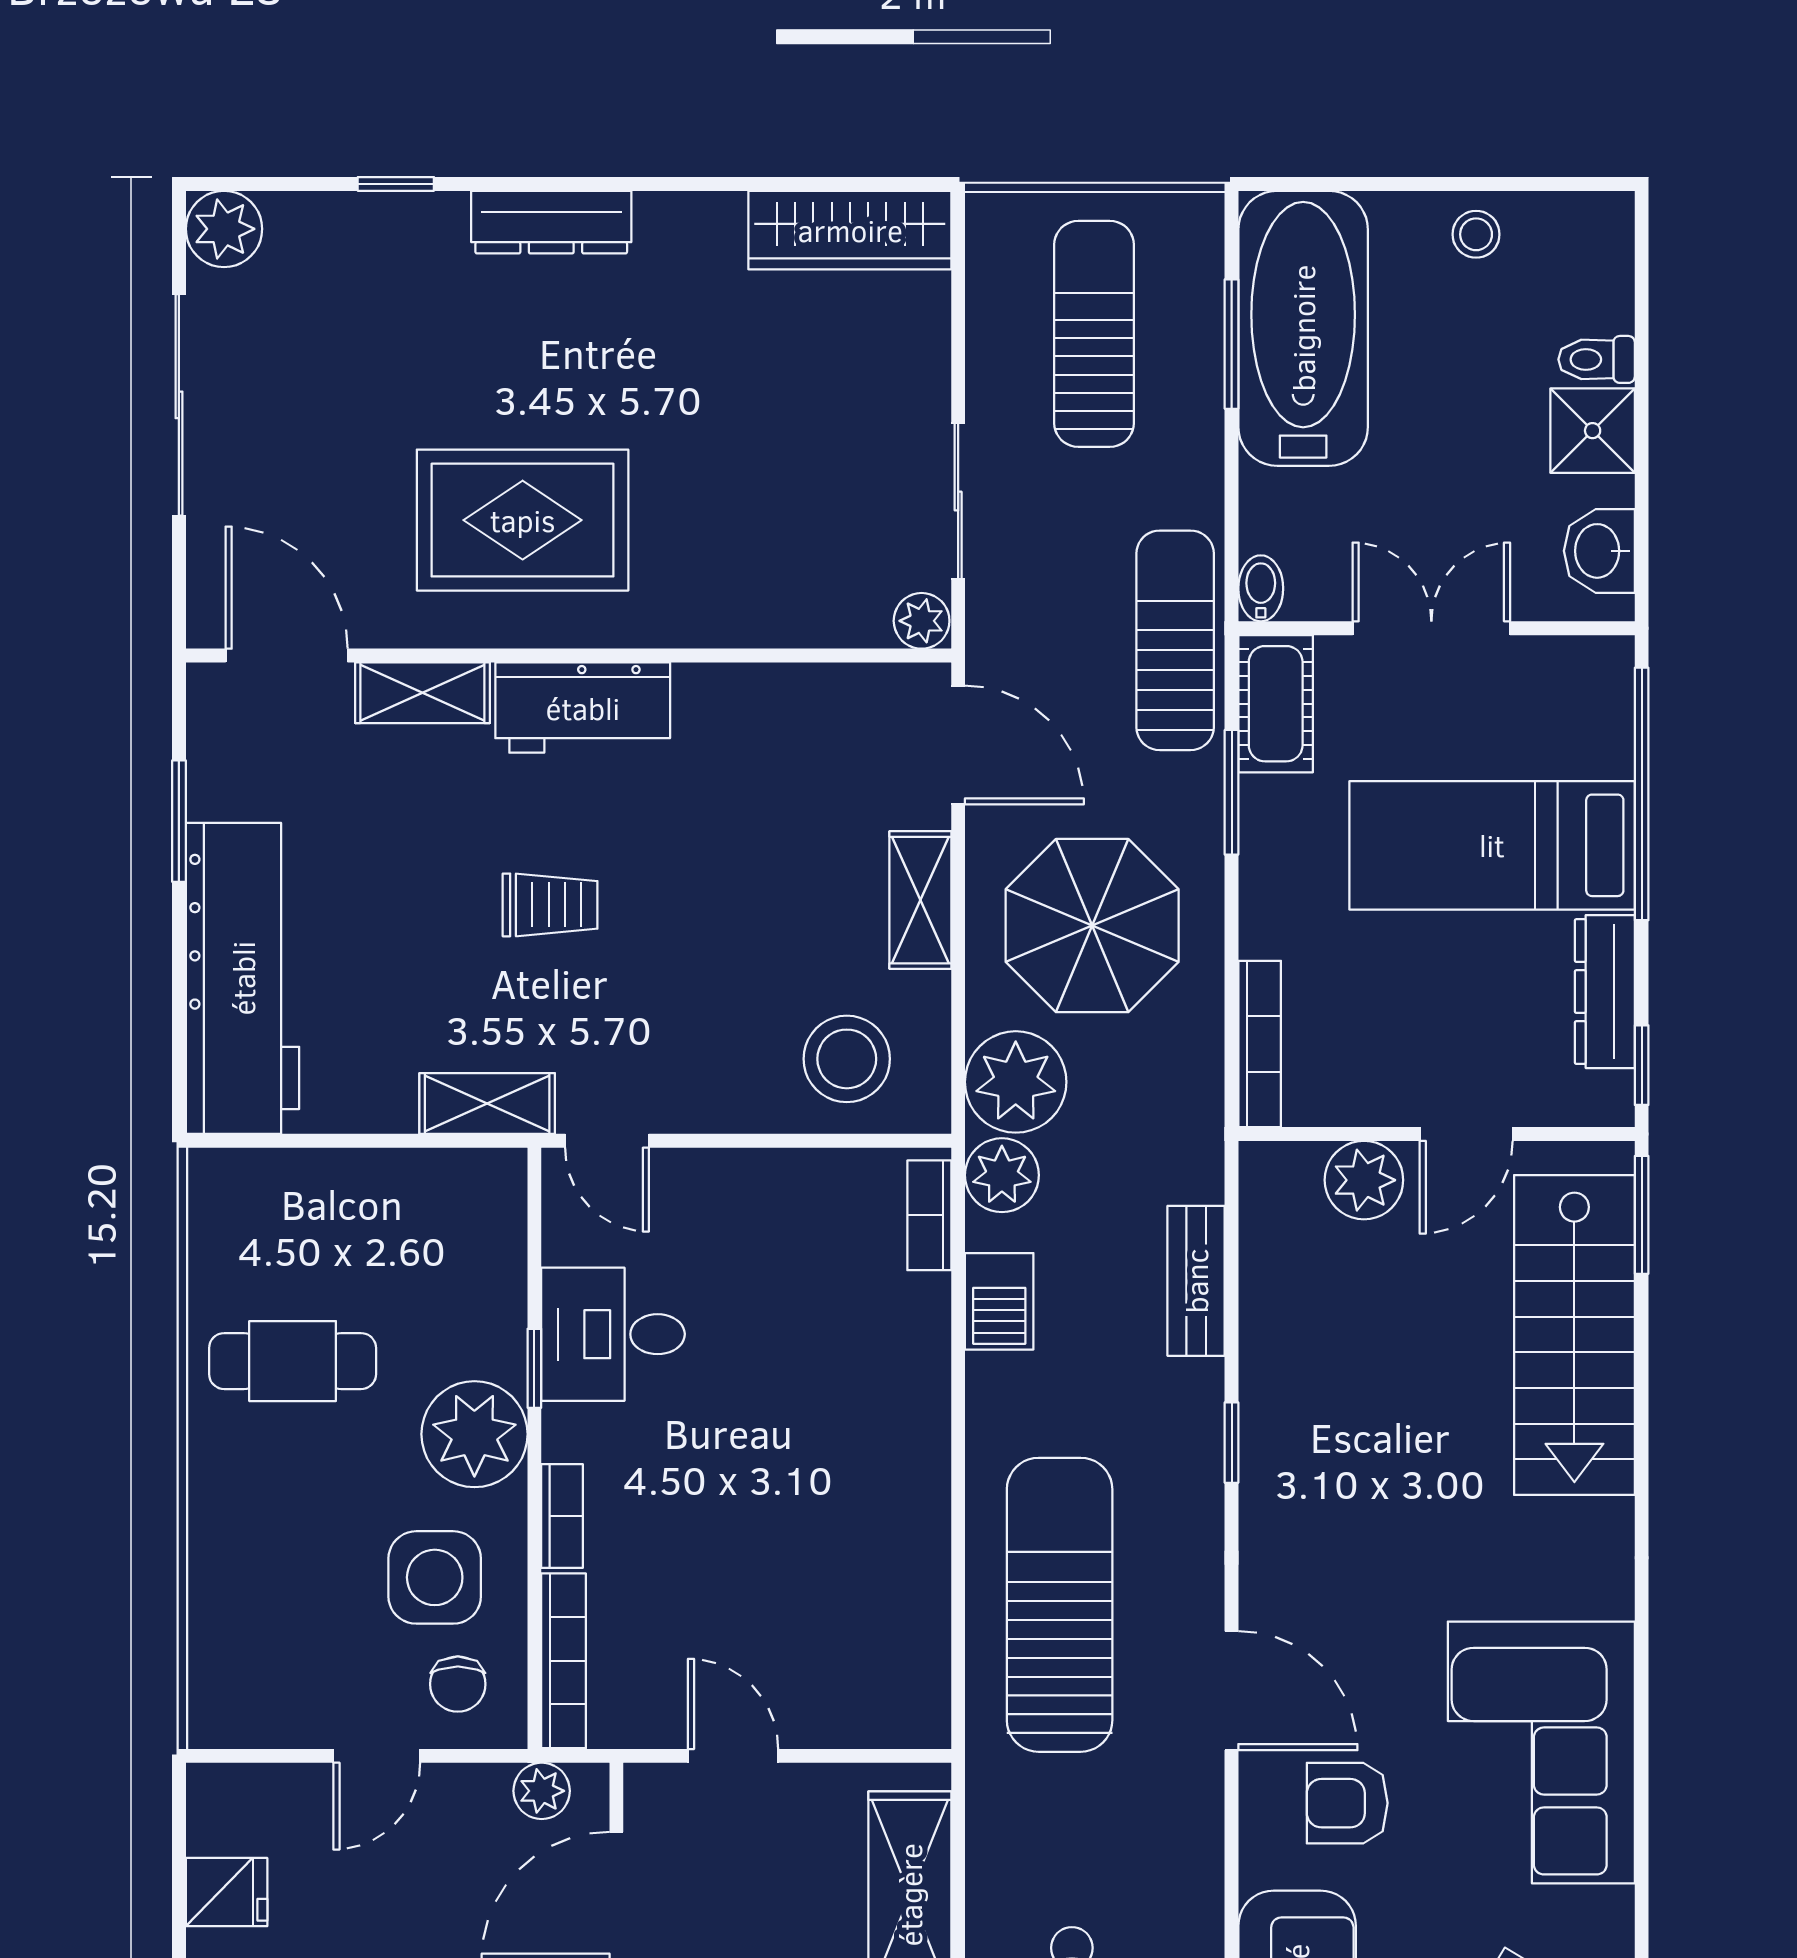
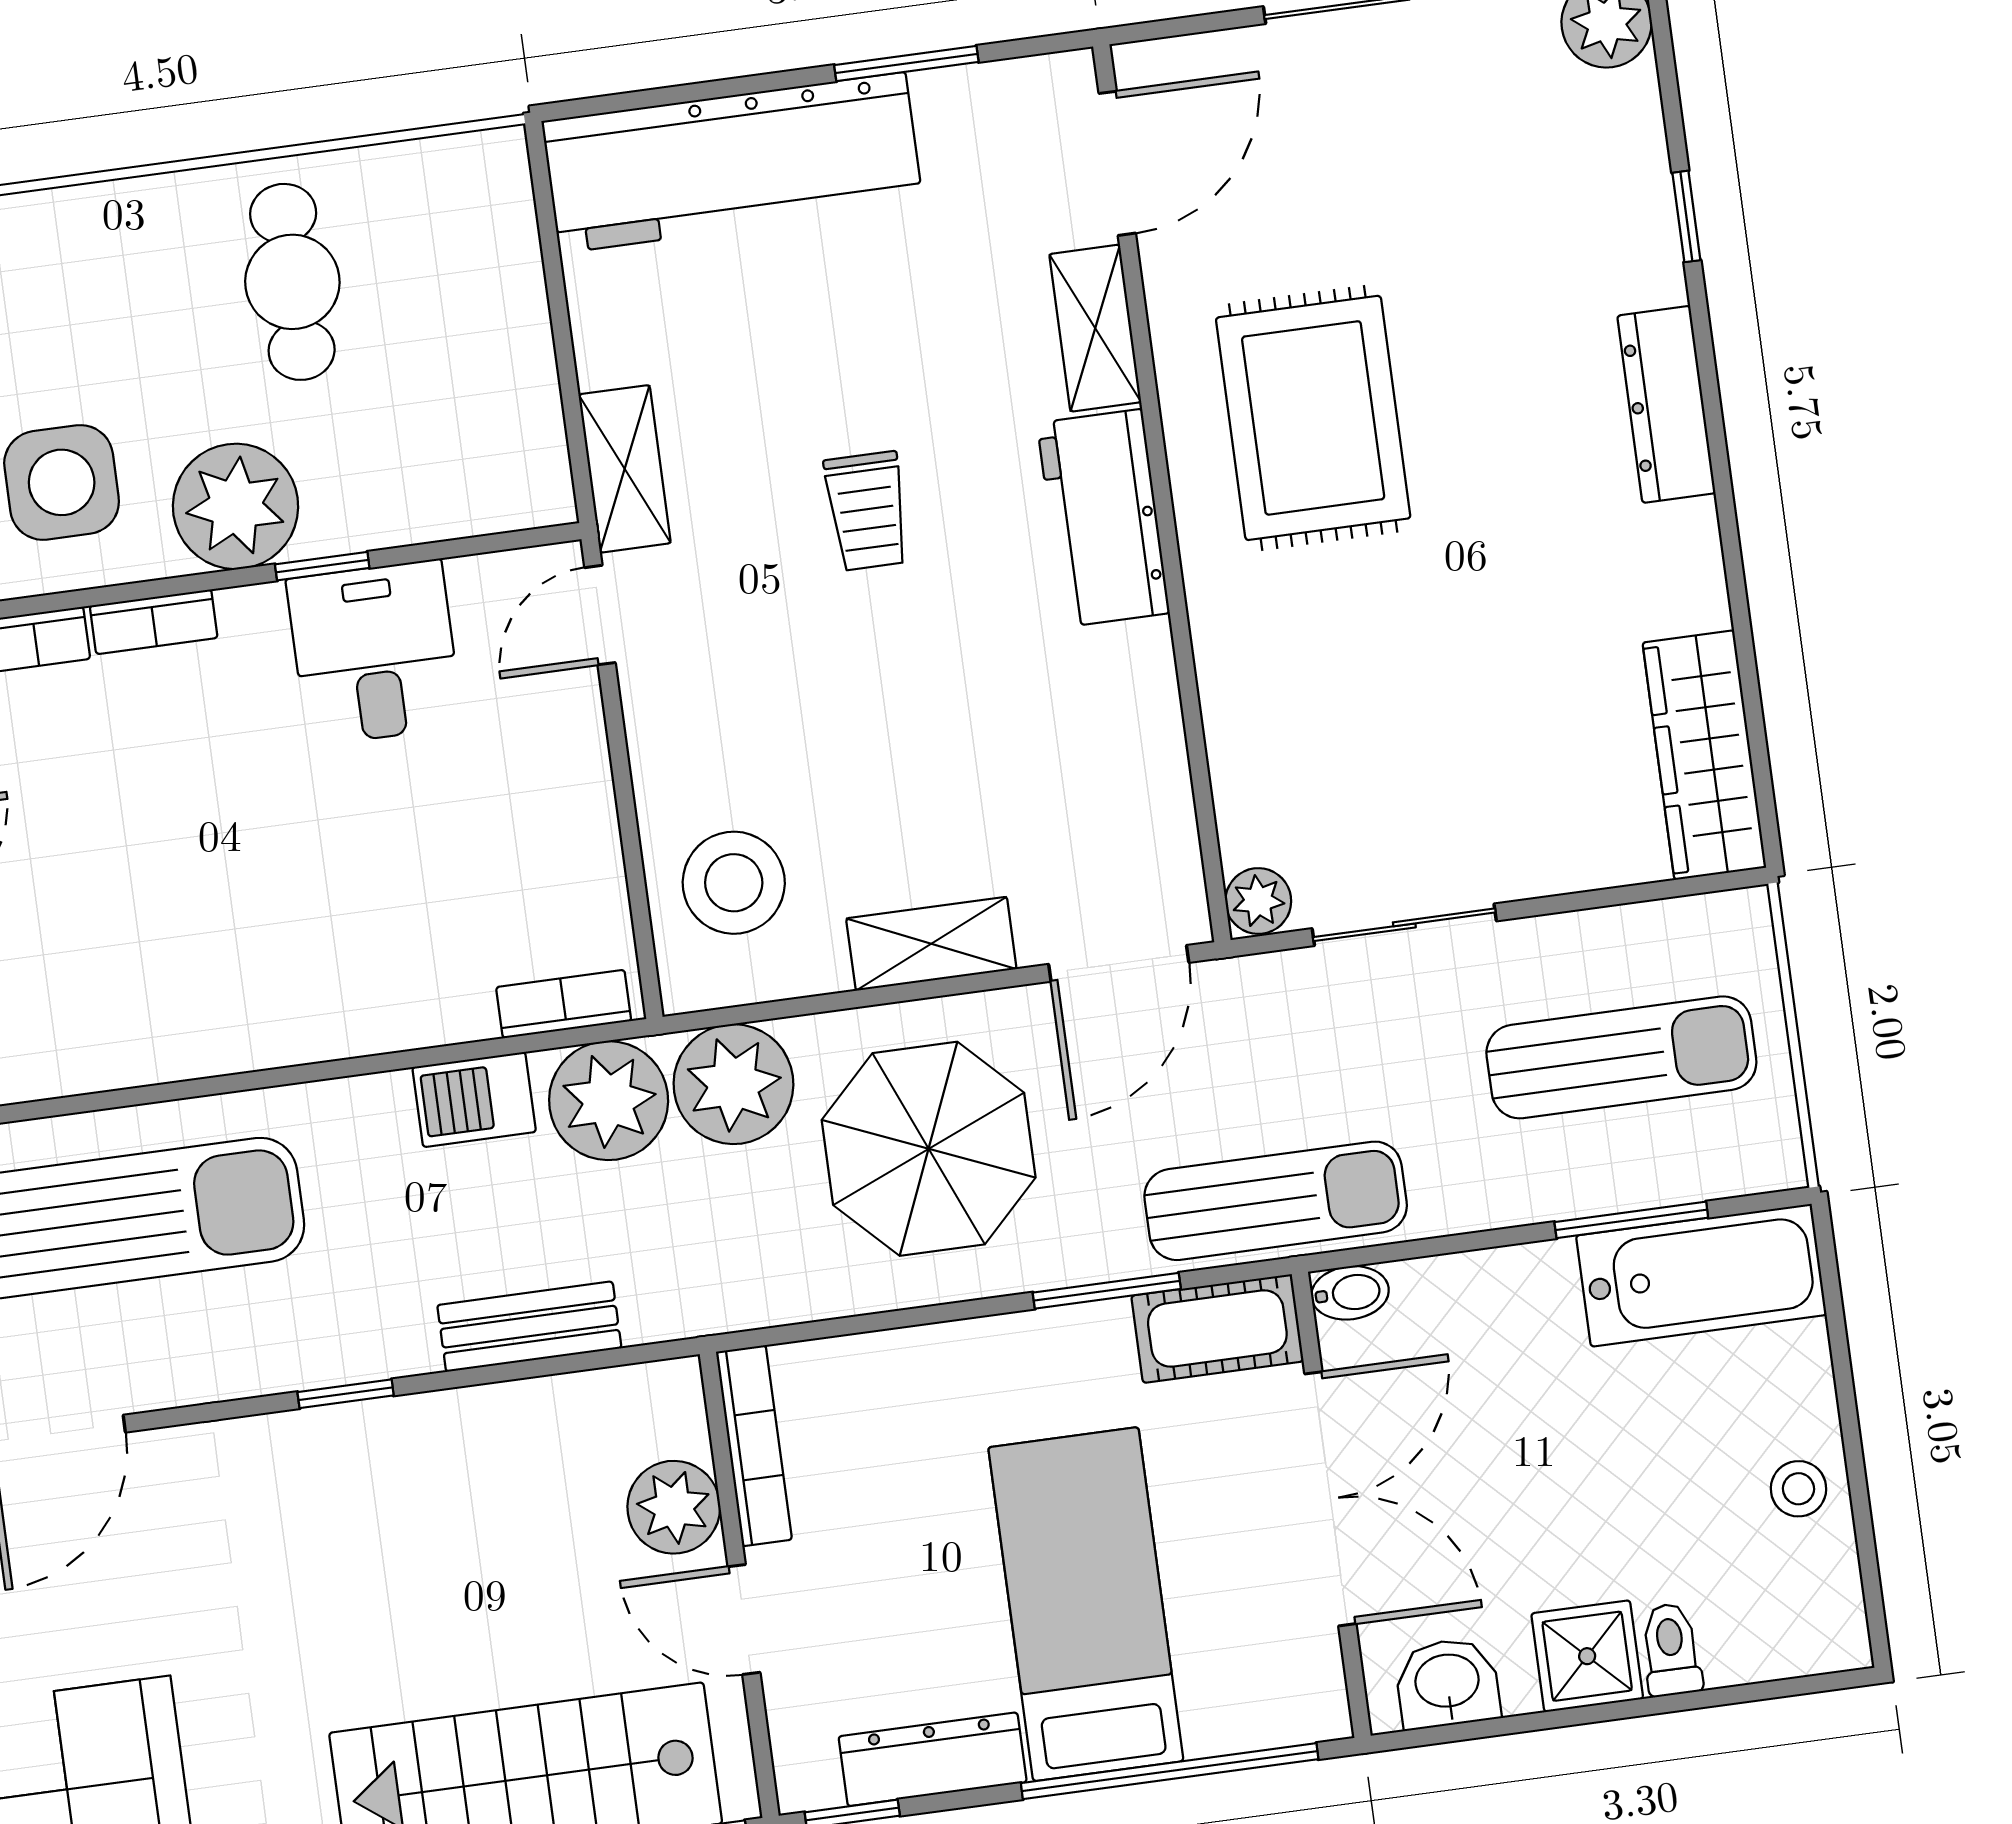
bathtub: (1303, 328) -> (1701, 1275), width x0.73, depth x0.73
double door: (1431, 628) -> (1330, 1499), width x1.37
bookcase: (1260, 1044) -> (754, 1446), moved, turned -90
plant: (1002, 1175) -> (609, 1101), width x1.36, depth x1.36

